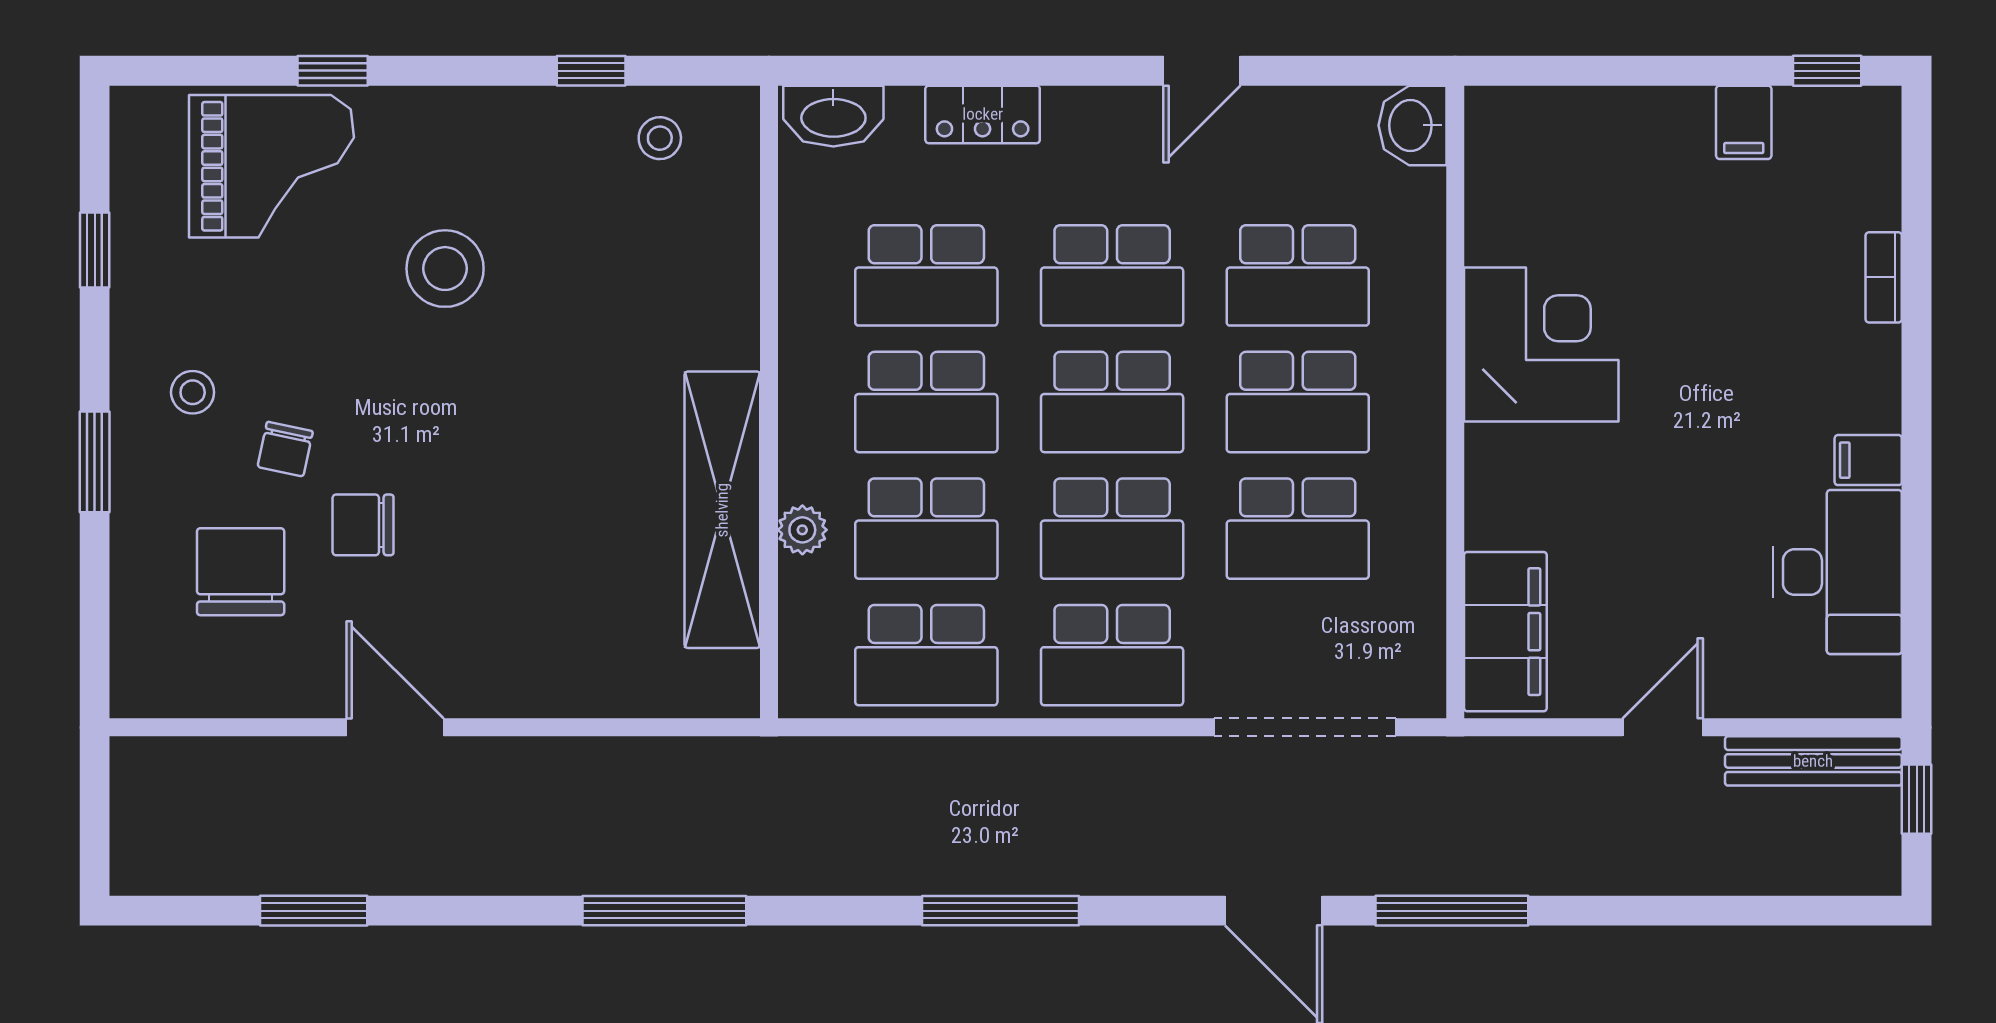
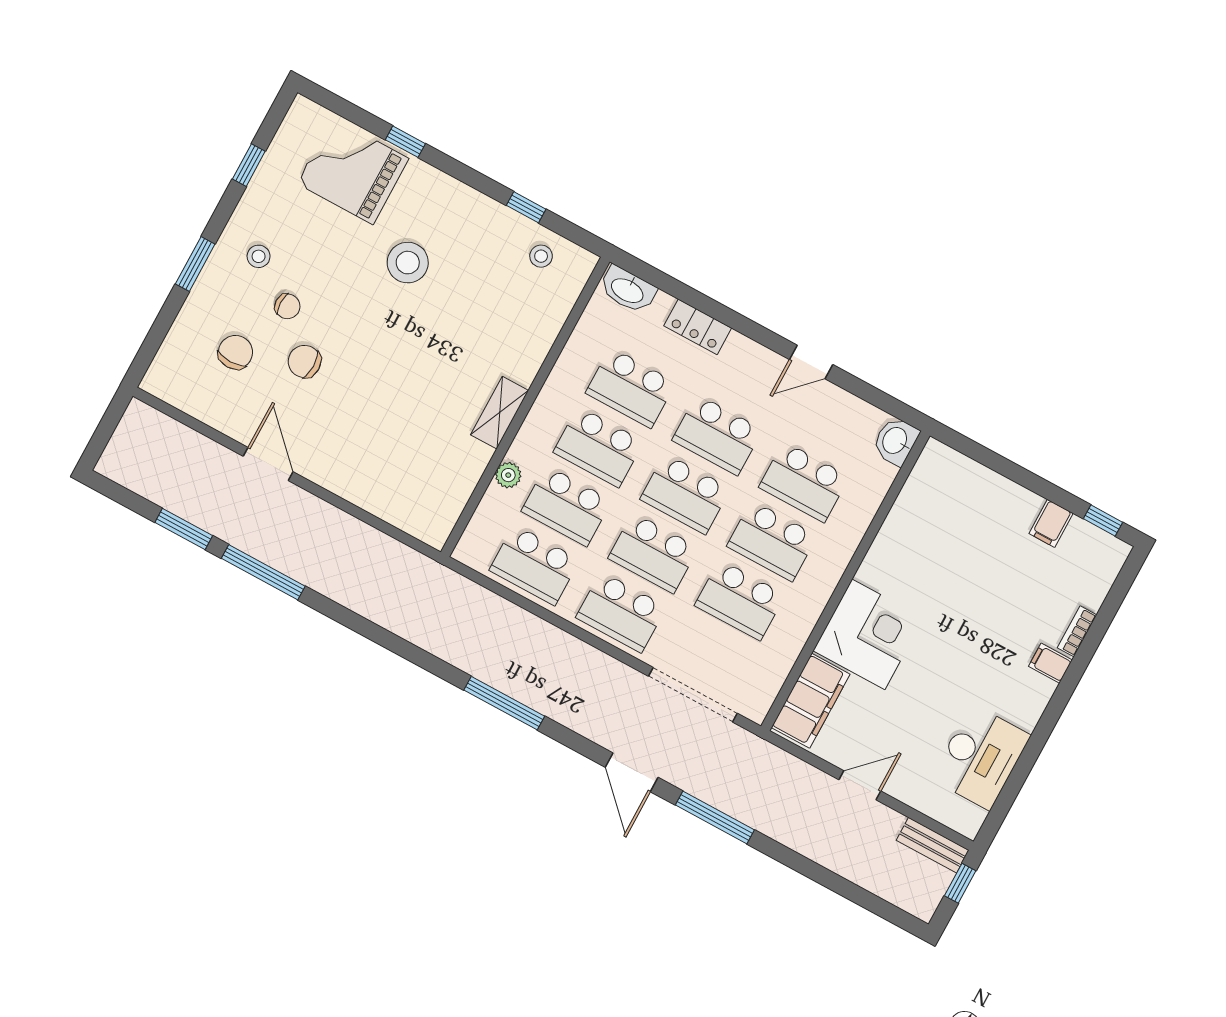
grand piano: (272, 166) -> (353, 171), turned 180
corner desk: (1541, 345) -> (868, 634), moved
chair: (285, 449) -> (287, 306), turned -102
filing cabinet: (1868, 460) -> (1050, 663), moved
shelving: (722, 510) -> (500, 413), width x0.45, depth x0.75
chair: (241, 572) -> (235, 352), width x0.73, depth x0.73
bench: (1813, 761) -> (933, 845), width x0.73
window: (664, 911) -> (263, 572), moved

